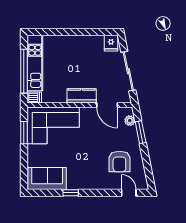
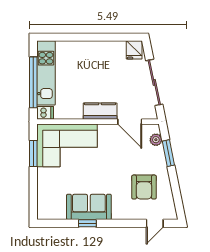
sofa: (47, 179) -> (89, 207), moved
door: (129, 193) -> (155, 223), swing flipped

